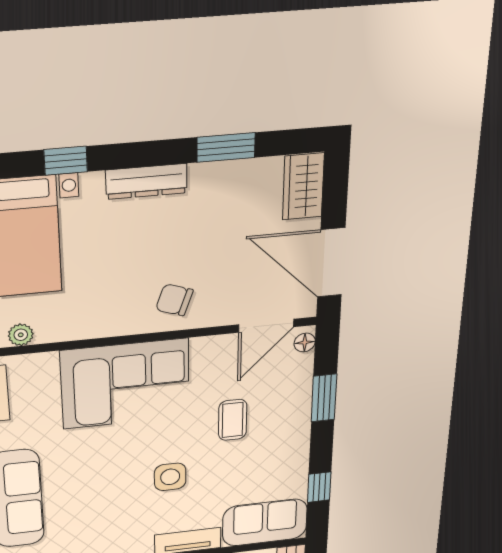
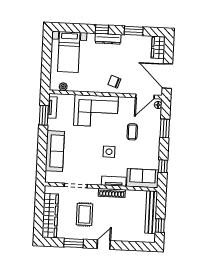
window: (66, 161) -> (102, 29), moved

